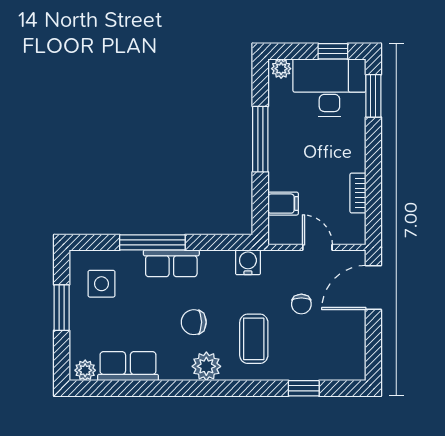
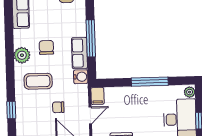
filing cabinet: (283, 204) -> (97, 96), moved
window: (152, 242) -> (91, 38), moved
row of seats: (171, 263) -> (79, 53), moved

